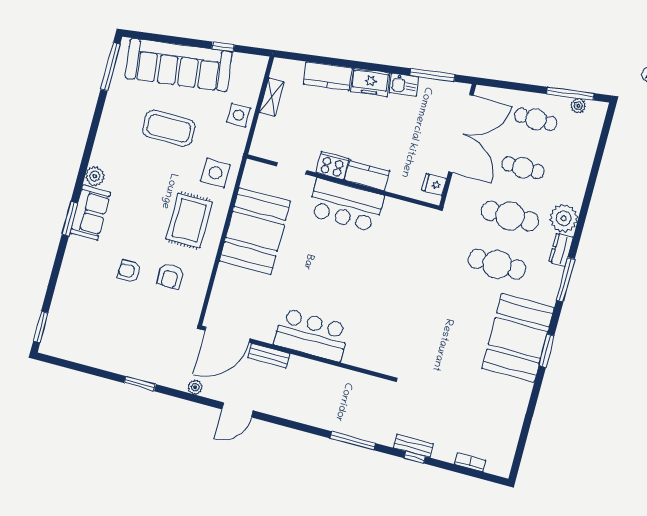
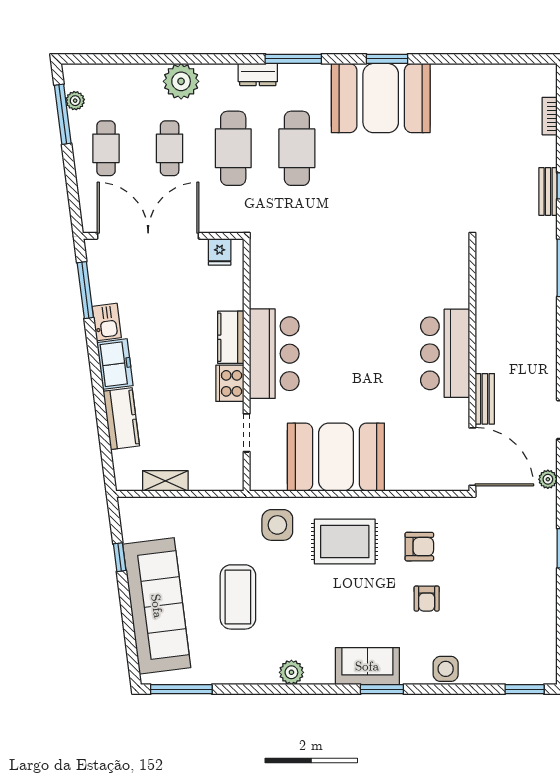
side table: (239, 115) -> (446, 669), moved
plant: (95, 176) -> (291, 672), moved
plant: (564, 218) -> (181, 81), moved

